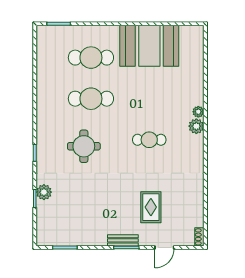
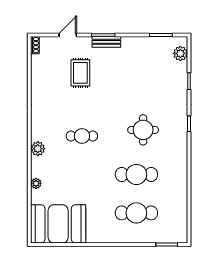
booth: (149, 46) -> (58, 224), moved
plant: (198, 112) -> (36, 183), moved
plant: (44, 192) -> (180, 53), moved

